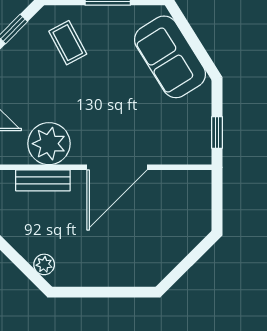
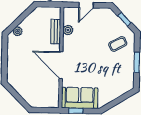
sofa: (170, 57) -> (80, 98), moved, turned 32
plant: (49, 144) -> (68, 30), width x0.53, depth x0.53

